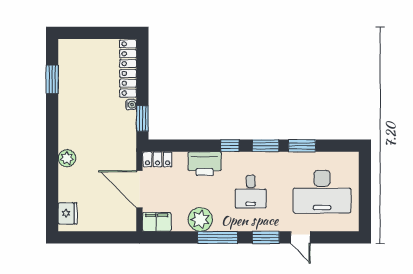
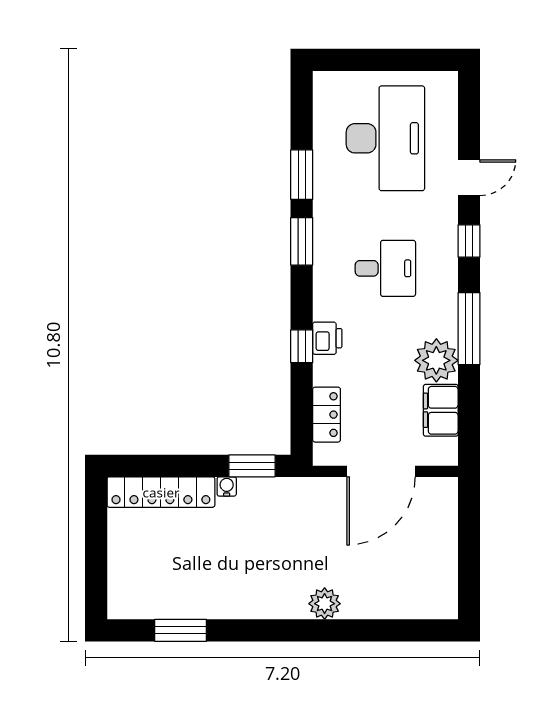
window: (230, 146) -> (302, 346), moved
locker: (157, 159) -> (327, 415), moved
printer: (205, 164) -> (327, 338), width x0.53, depth x0.68
fridge: (68, 213) -> (425, 602), removed
filing cabinet: (157, 222) -> (441, 410), moved
window: (266, 237) -> (469, 241), width x0.67

